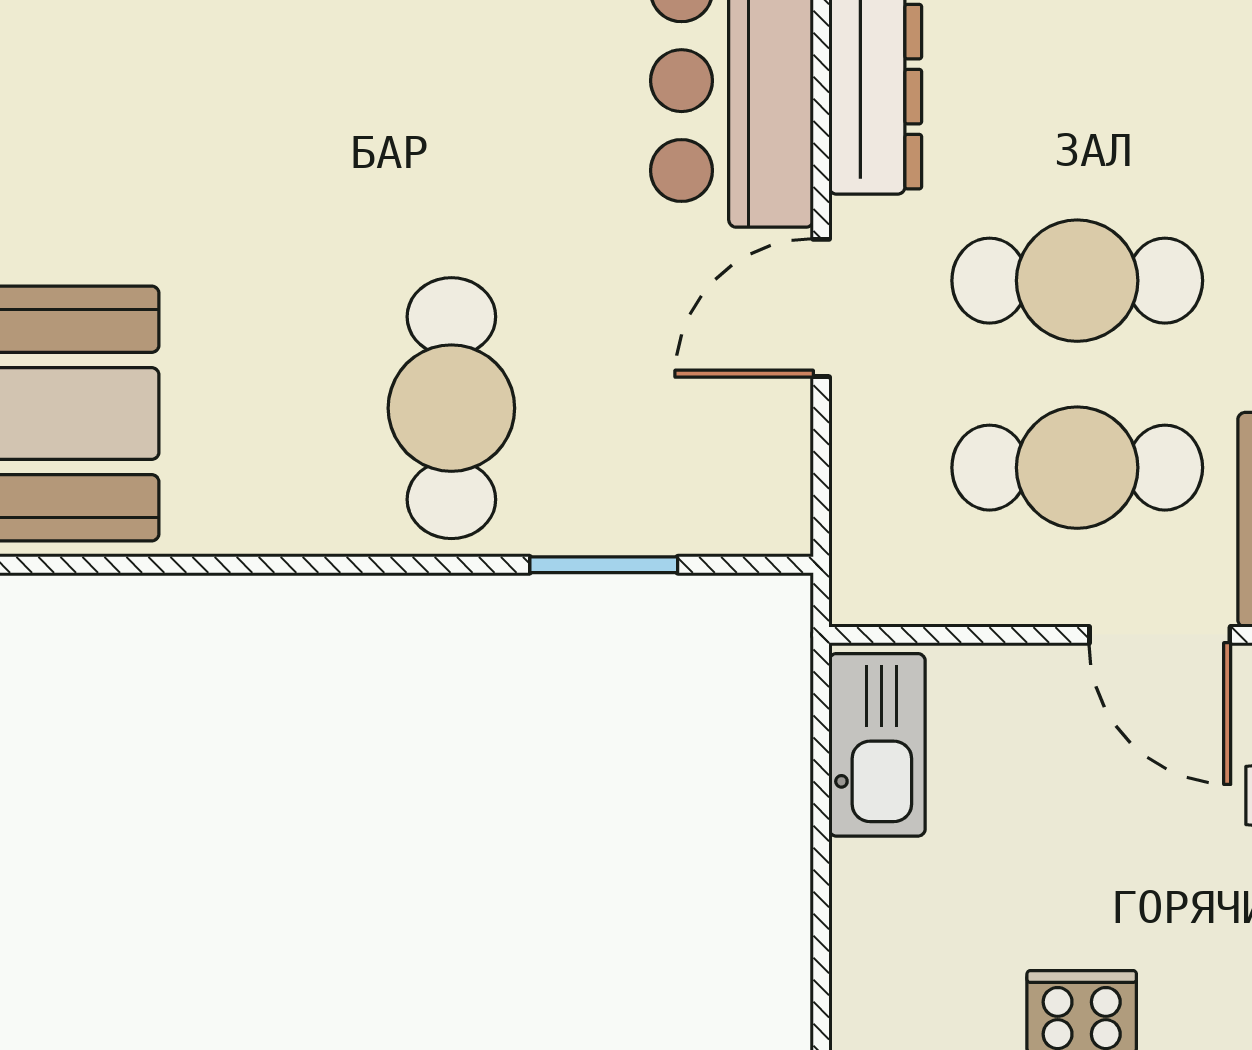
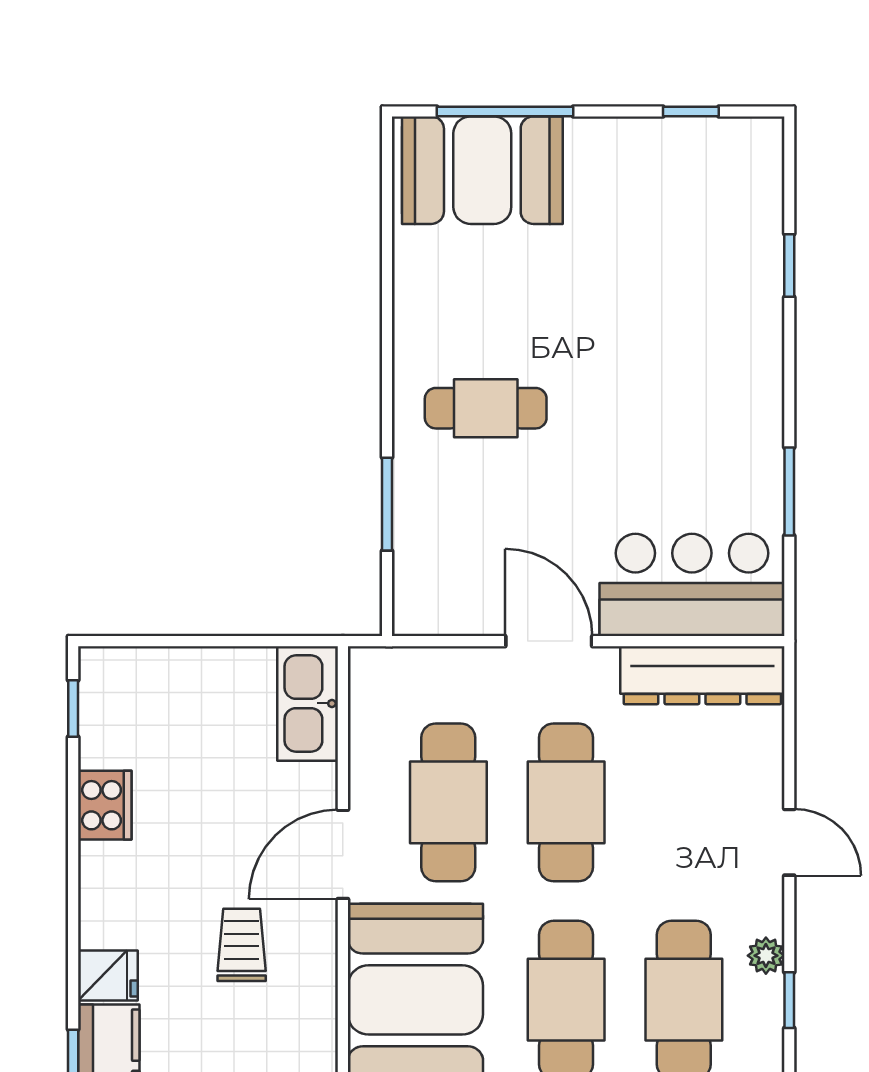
cafe table: (451, 408) -> (486, 408), width x0.73, depth x0.74
kitchen sink: (877, 745) -> (308, 703), moved, turned 90

